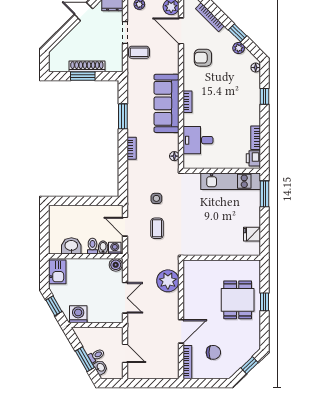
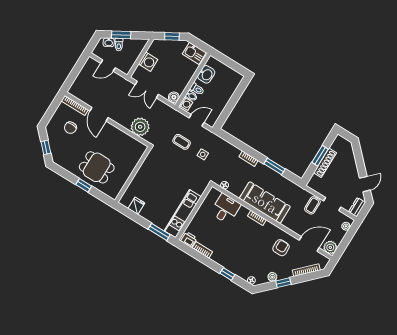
washing machine: (78, 314) -> (148, 62), moved

